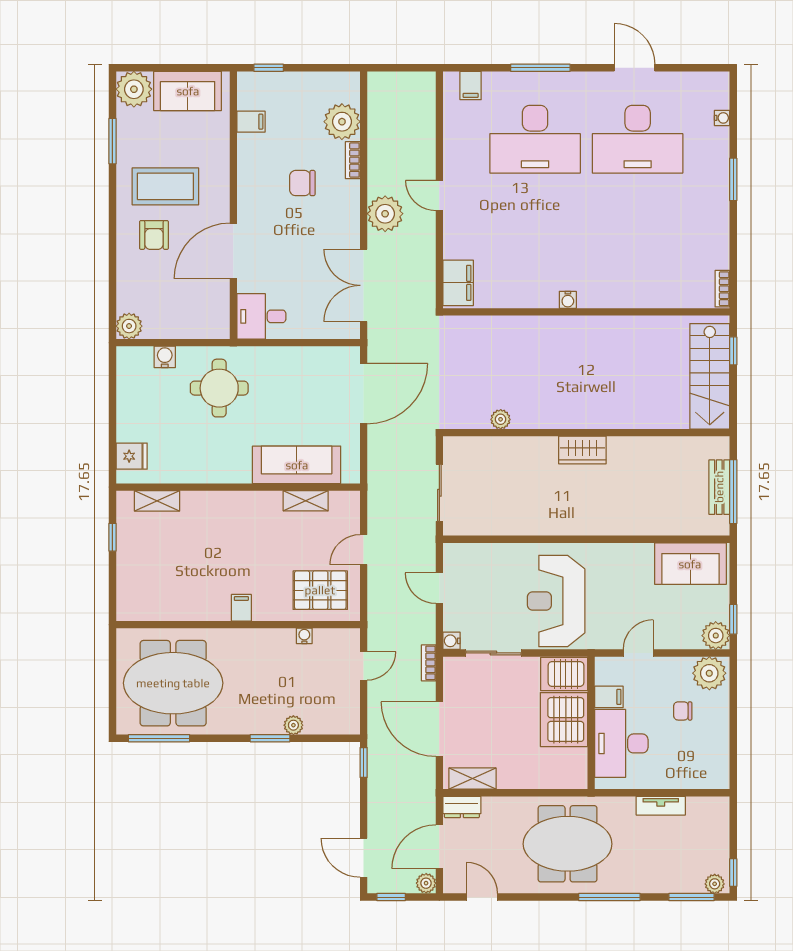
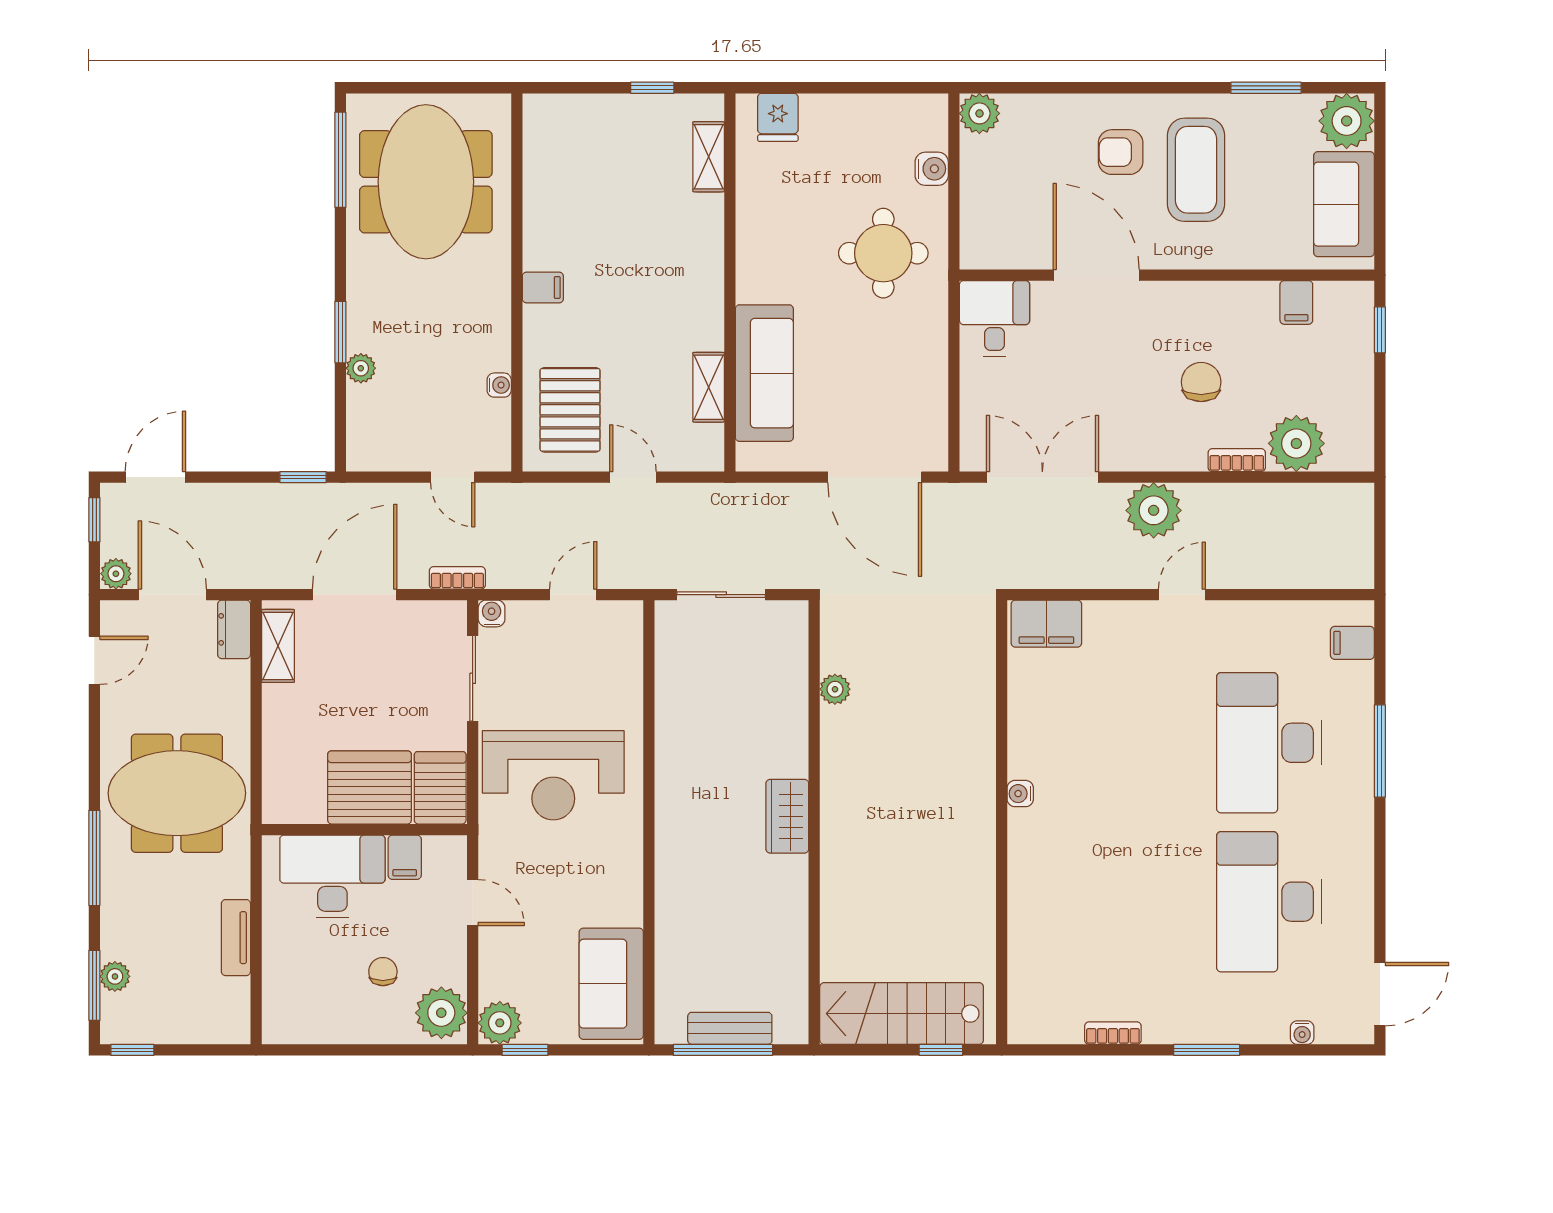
door: (634, 68) -> (1380, 994), moved
bookcase: (722, 289) -> (1113, 1033), moved
reception desk: (556, 601) -> (553, 775), turned 180
meeting table: (568, 844) -> (177, 793), turned 90
plant: (715, 884) -> (115, 976), moved

